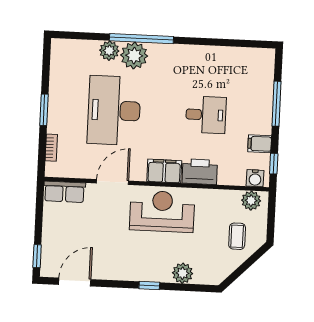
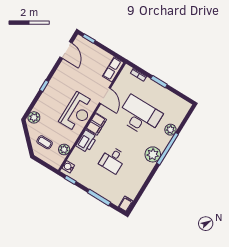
plant: (134, 56) -> (153, 154), moved
filing cabinet: (260, 144) -> (126, 204), moved
plant: (251, 201) -> (64, 149), moved
plant: (183, 273) -> (34, 117), moved

